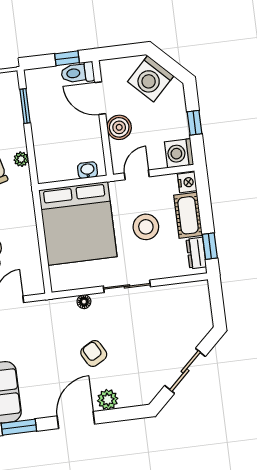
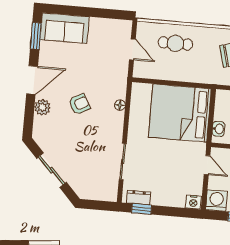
cot: (188, 215) -> (168, 197), removed
stool: (146, 227) -> (166, 164), removed
sliding door: (127, 286) -> (123, 161), moved
door: (76, 420) -> (32, 80), hinge flipped

